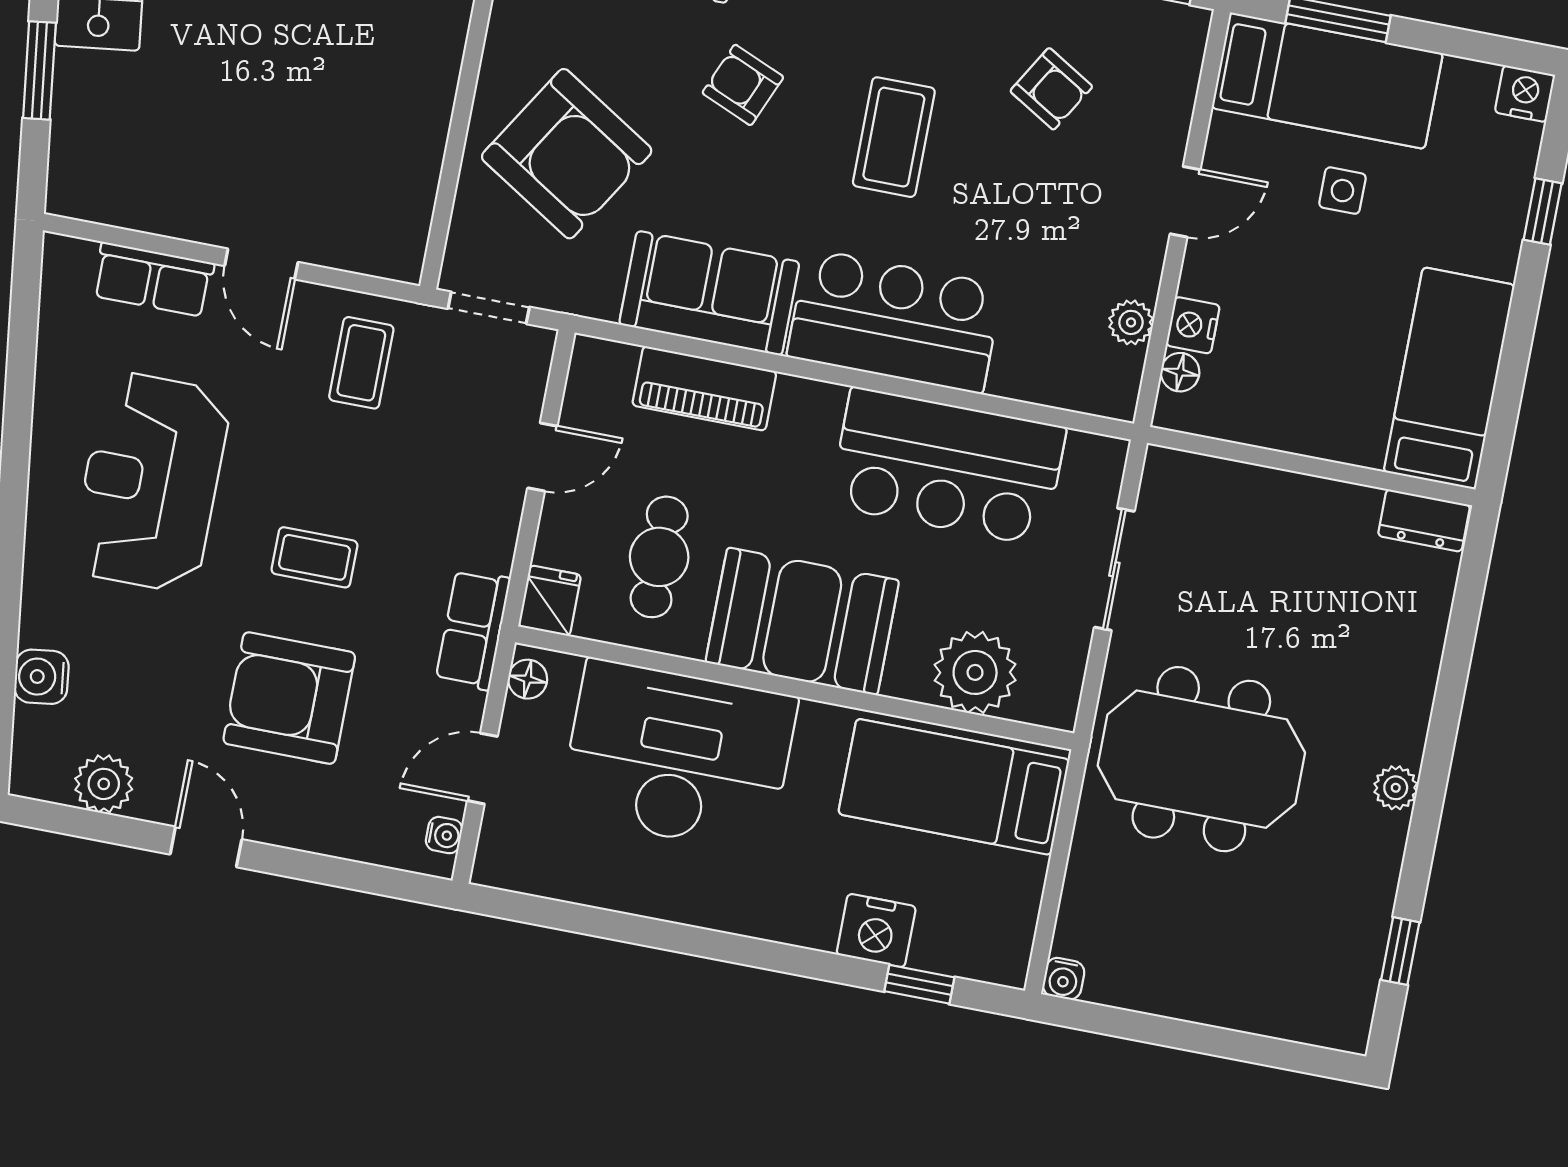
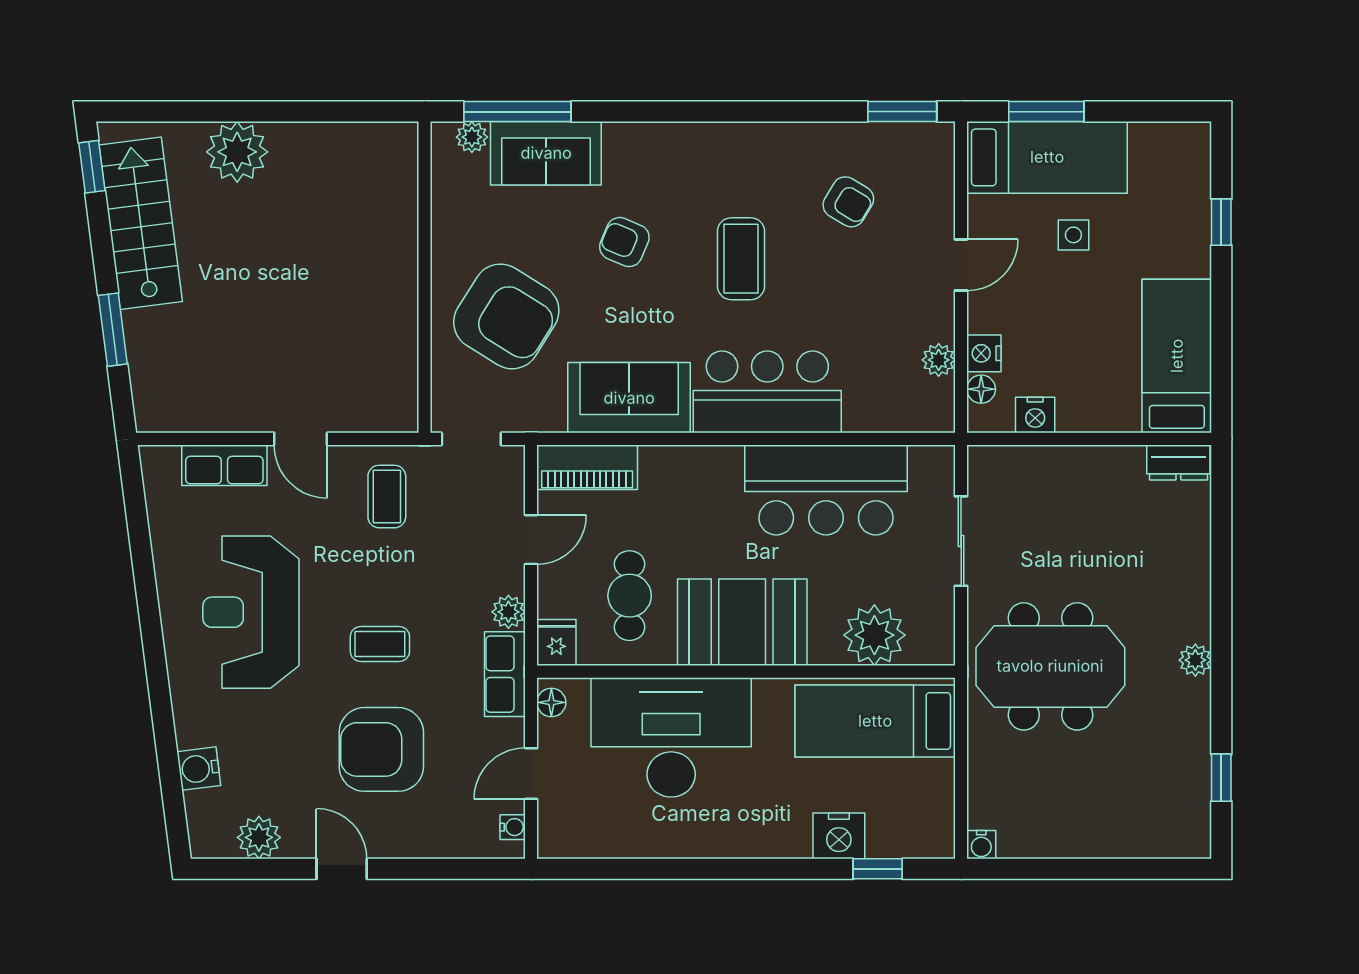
nightstand: (1525, 94) -> (1035, 415), moved, turned 180
piano: (704, 388) -> (587, 467), moved
plant: (494, 547) -> (508, 612), added

